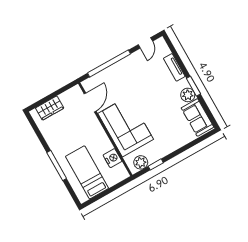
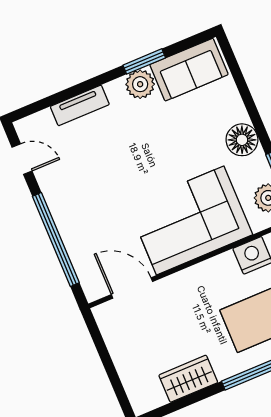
window: (193, 86) -> (144, 61), moved
wardrobe: (50, 108) -> (188, 379), moved, turned -90
floor lamp: (167, 147) -> (242, 140), added

